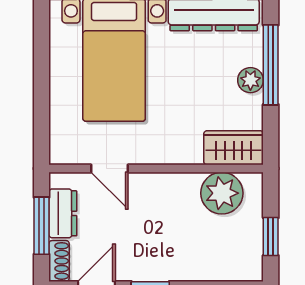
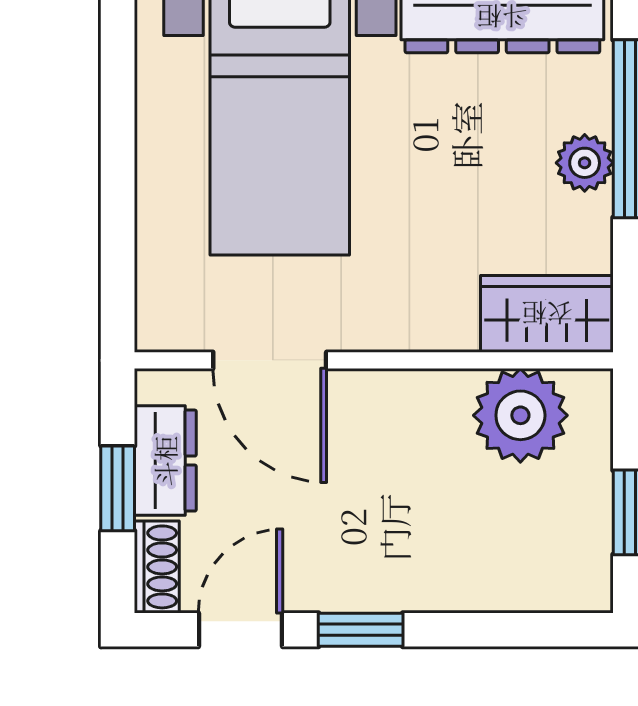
door: (110, 169) -> (270, 360), width x1.38
window: (42, 226) -> (118, 488), width x0.67

